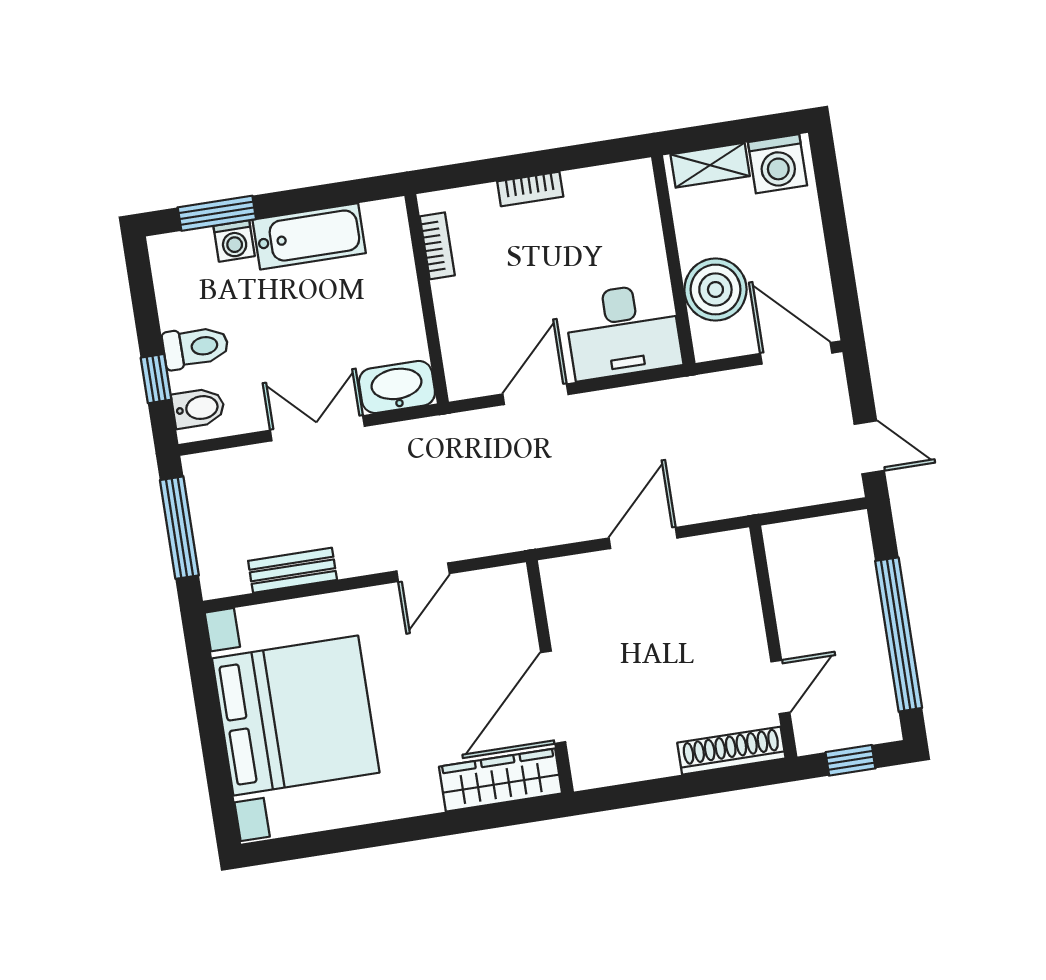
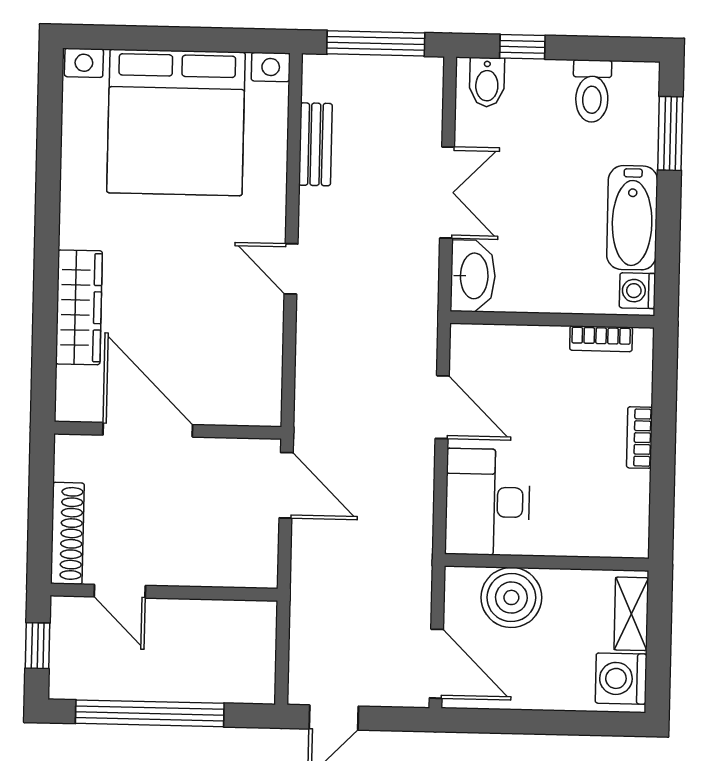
washing machine: (234, 241) -> (637, 291), moved
toilet: (196, 347) -> (592, 91), moved
door: (796, 353) -> (436, 664), hinge flipped
wall: (550, 677) -> (168, 430), moved
door: (553, 697) -> (148, 430), moved

